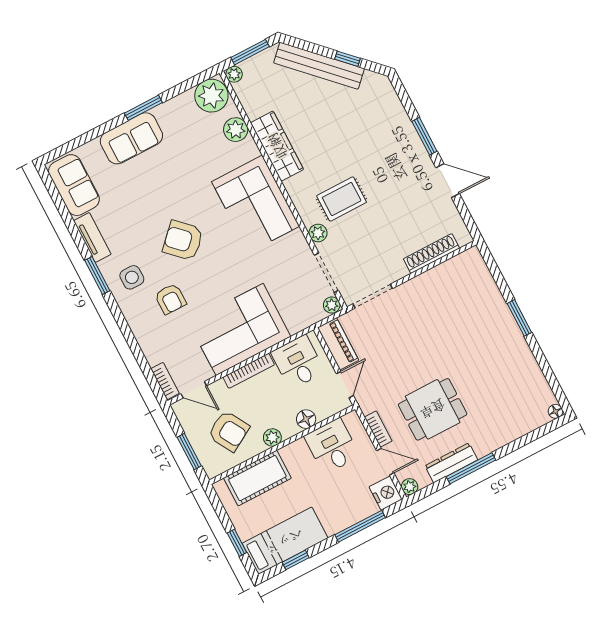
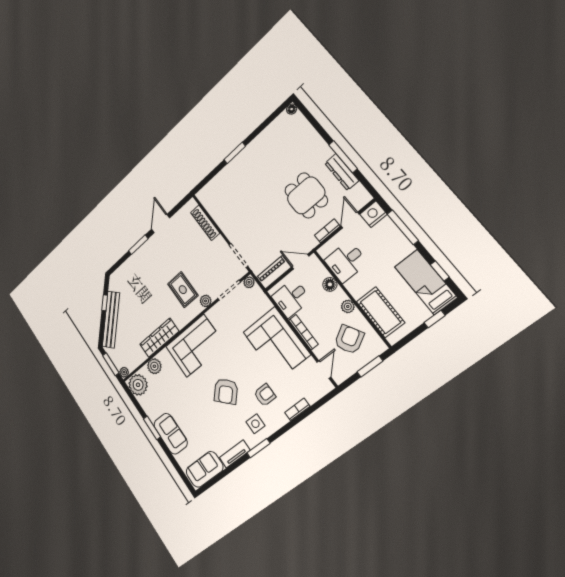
bookcase: (165, 381) -> (297, 409), moved
plant: (410, 487) -> (365, 198), removed

